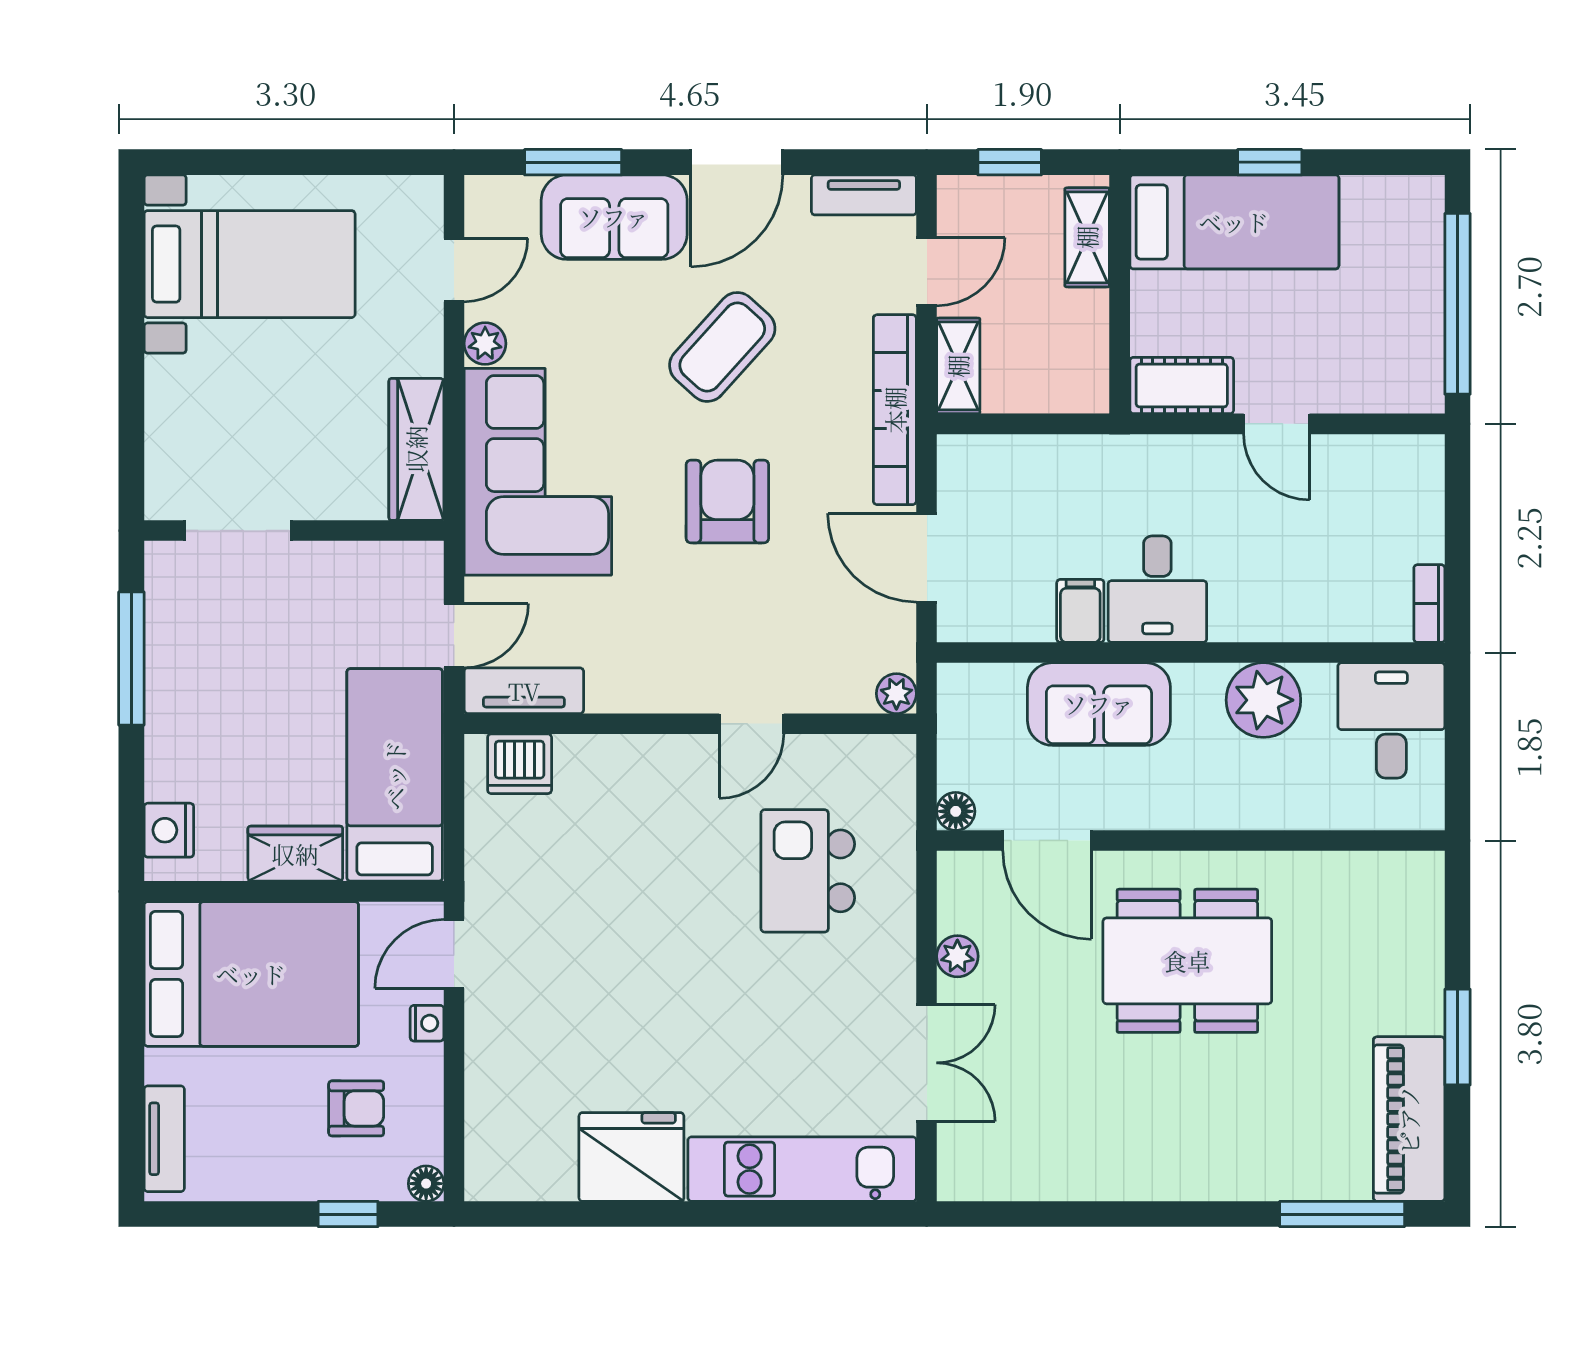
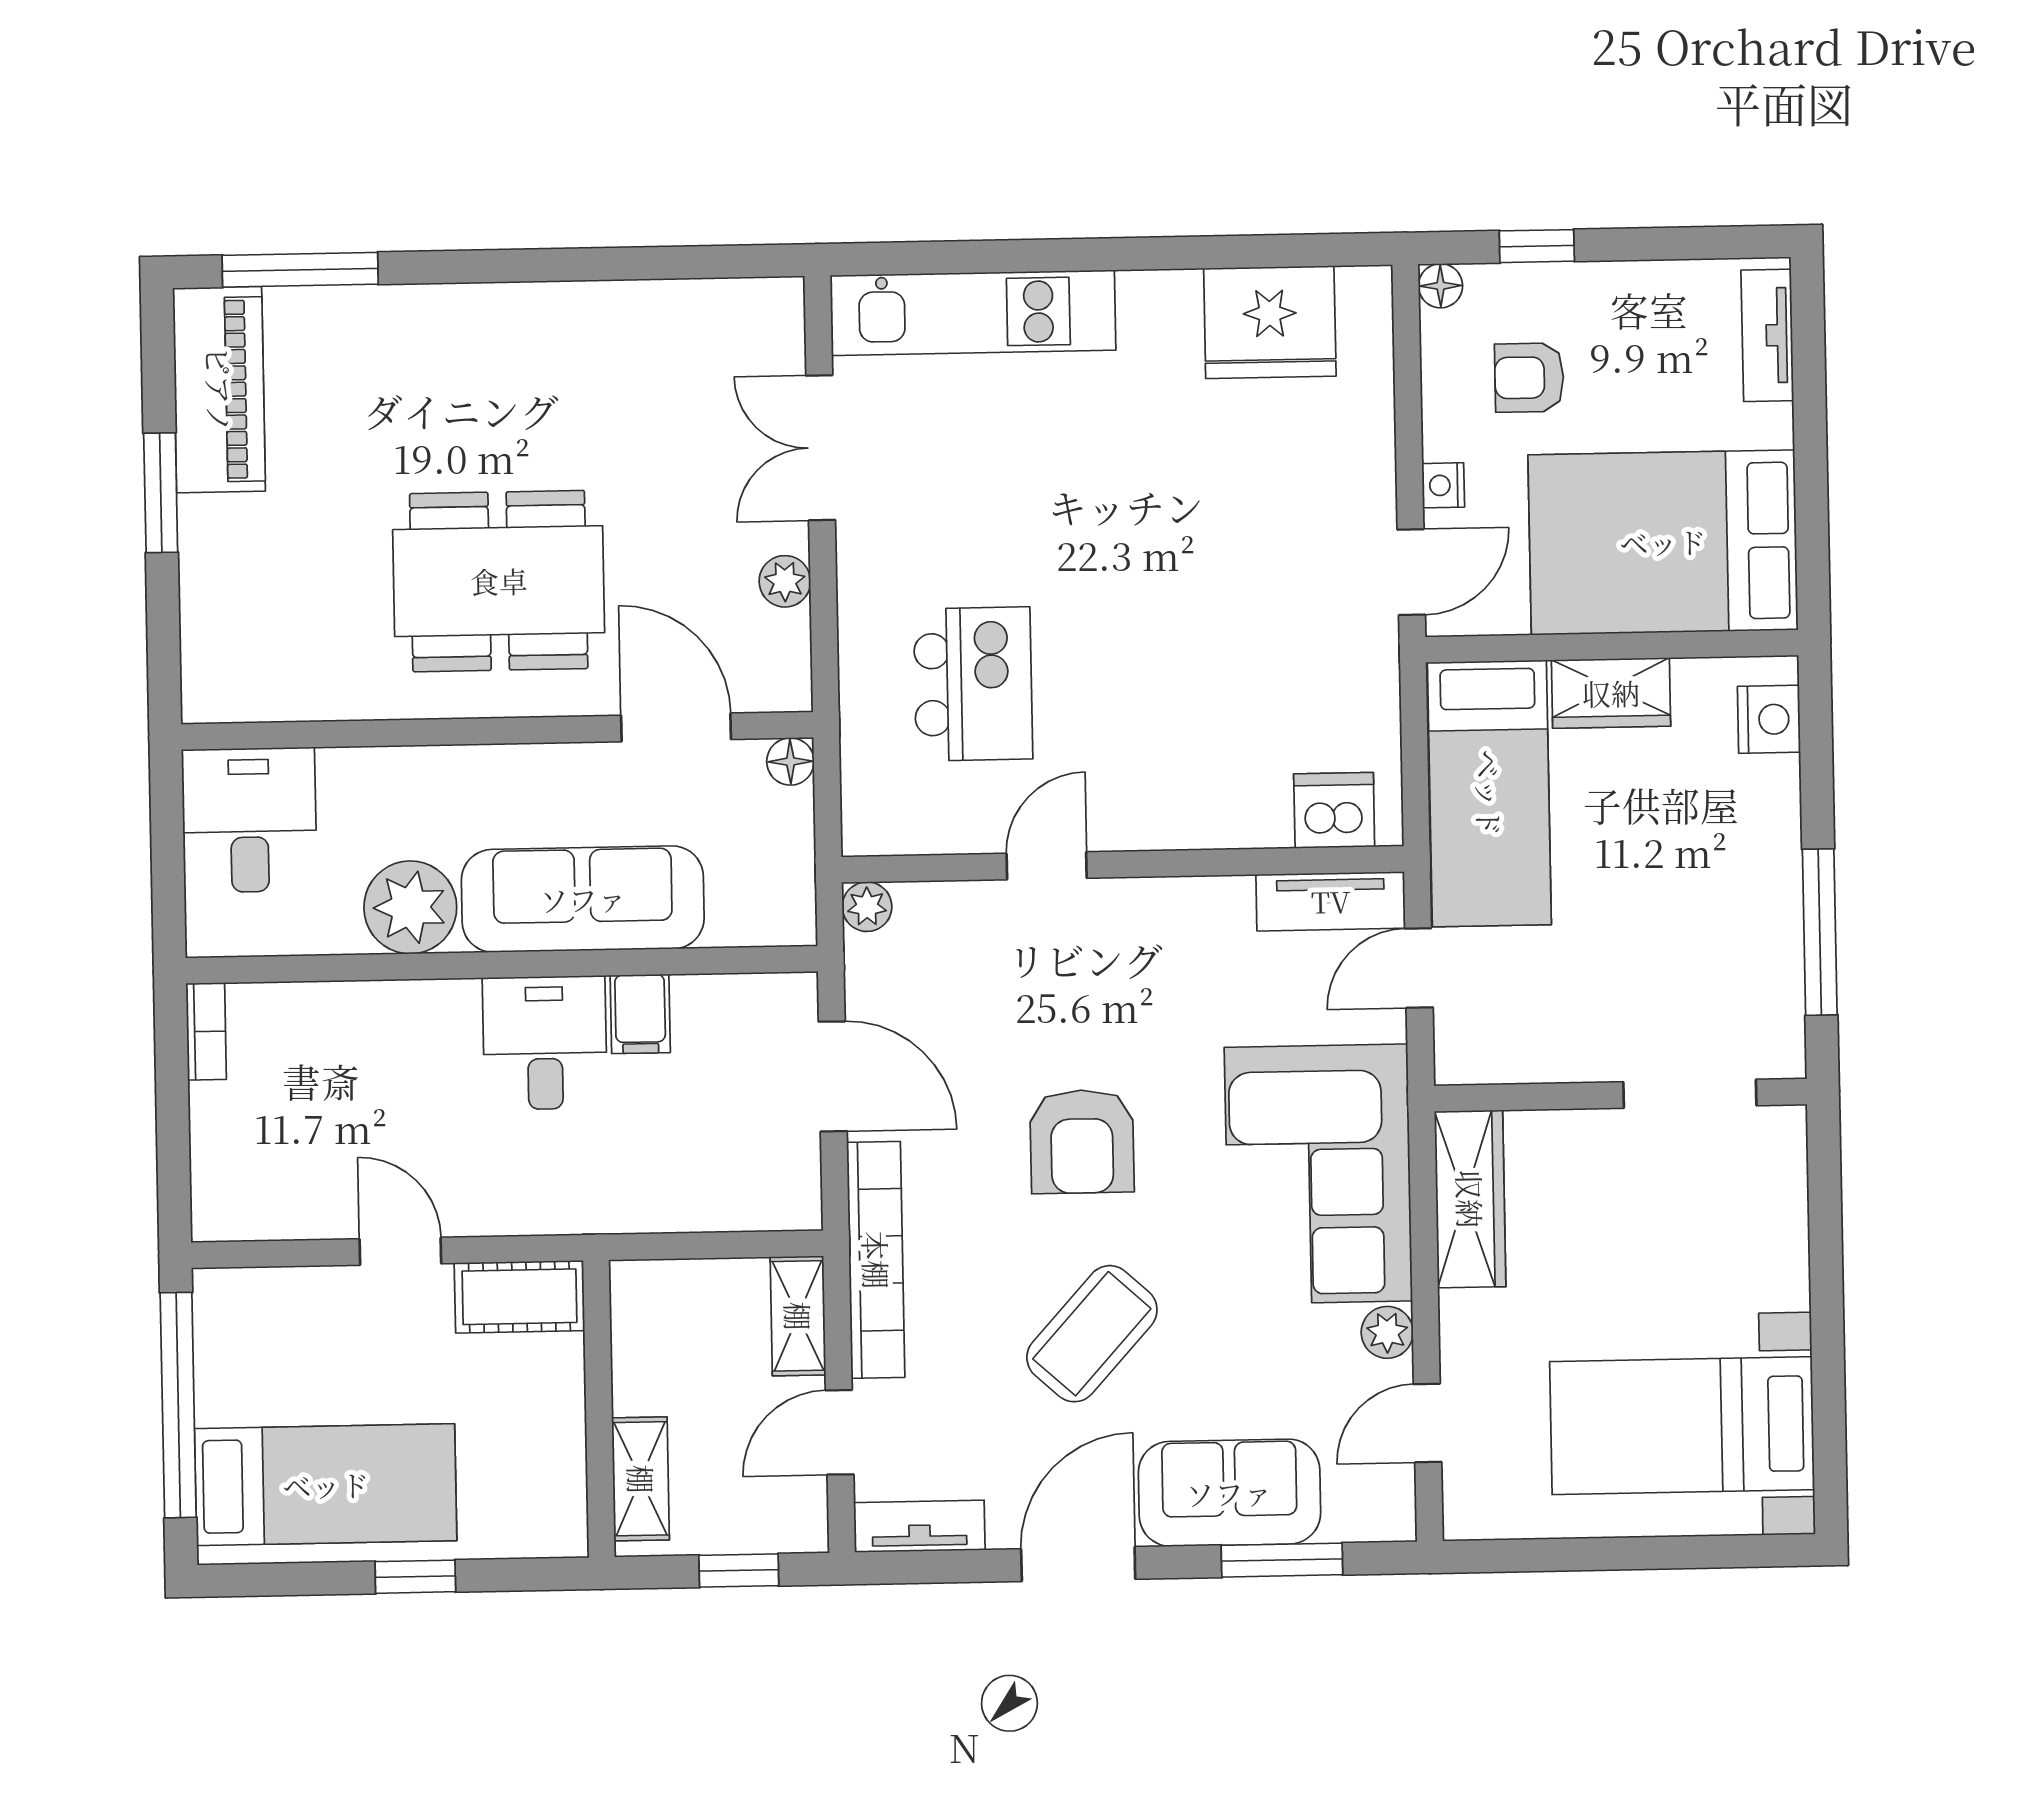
bed: (1234, 222) -> (326, 1485), moved, turned 180
sofa: (1099, 704) -> (583, 899), width x1.36
desk: (1391, 720) -> (249, 820), moved, turned 180
fridge: (631, 1157) -> (1270, 322), moved

